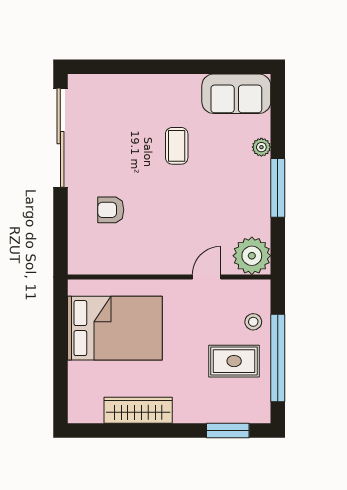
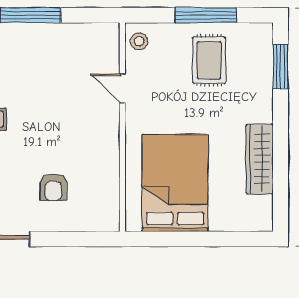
plant: (252, 256) -> (101, 42), removed
stool: (253, 322) -> (139, 41), moved
window: (278, 358) -> (206, 15), width x0.68

